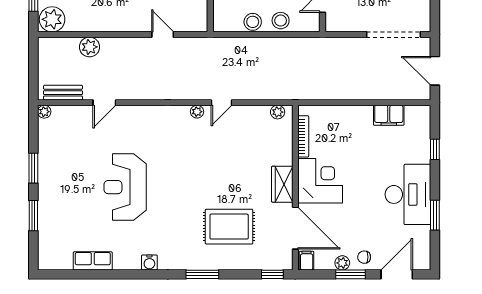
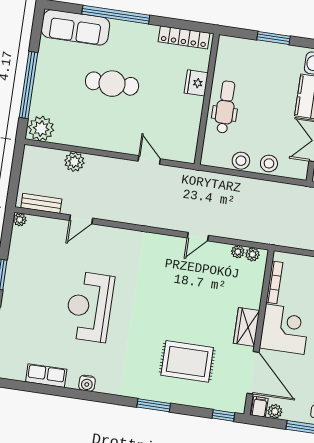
plant: (197, 112) -> (238, 252), moved
water cooler: (149, 262) -> (87, 383), moved
plant: (342, 263) -> (275, 411), moved

